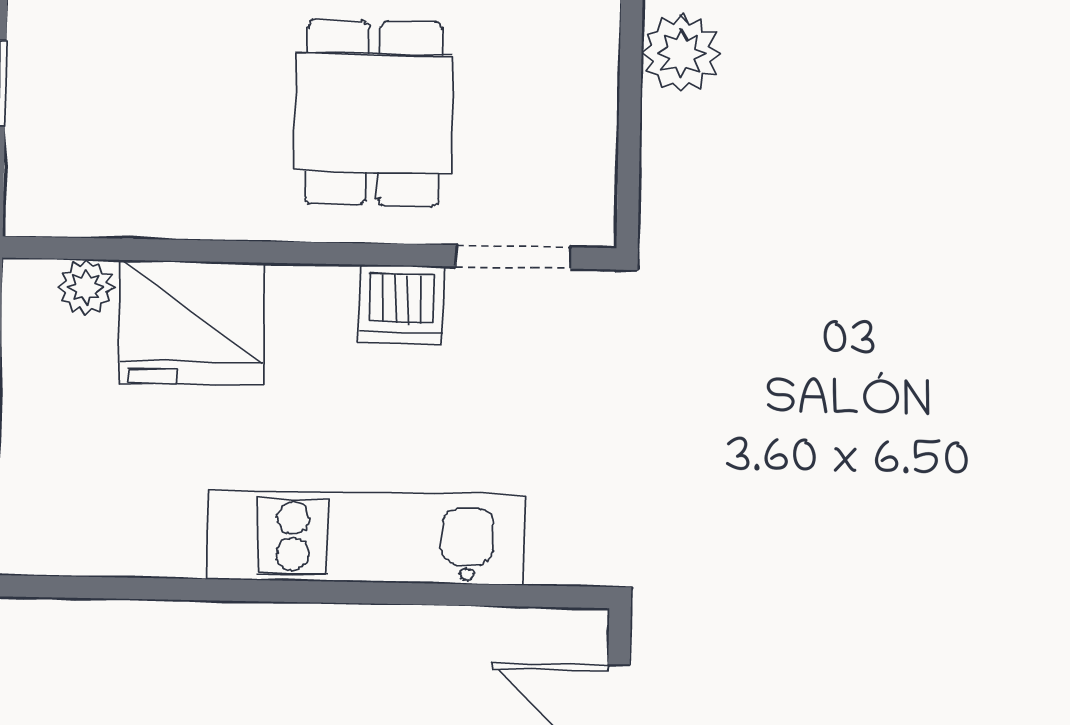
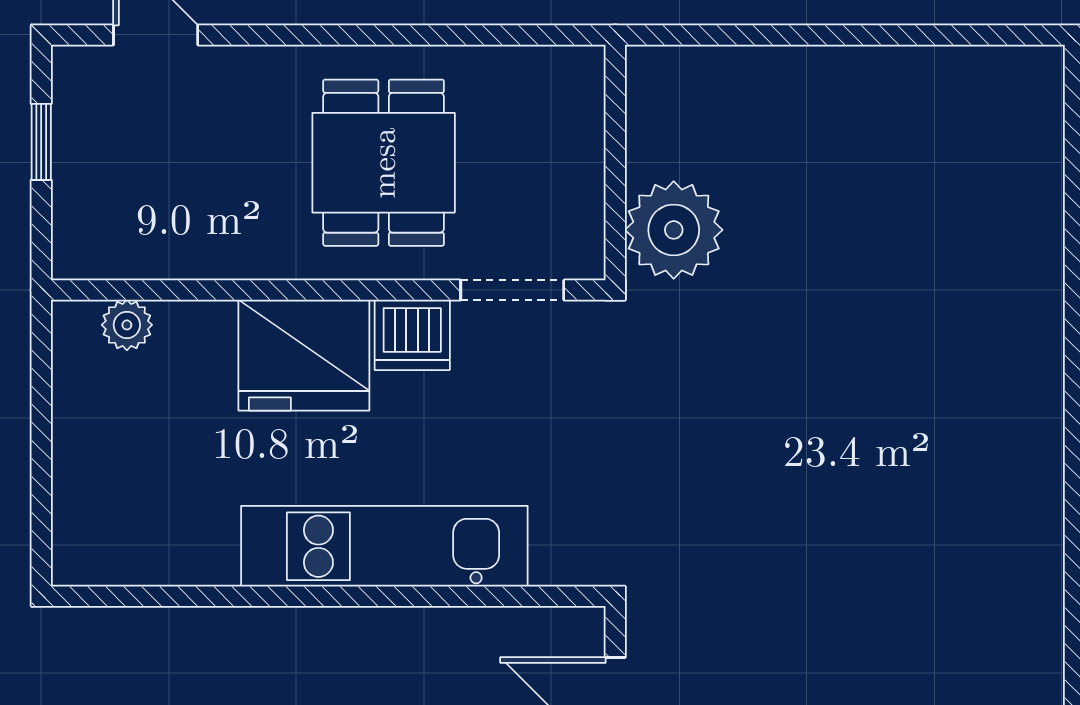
plant: (681, 53) -> (674, 230), moved, width x1.36, depth x1.36
fridge: (191, 323) -> (304, 355), moved

